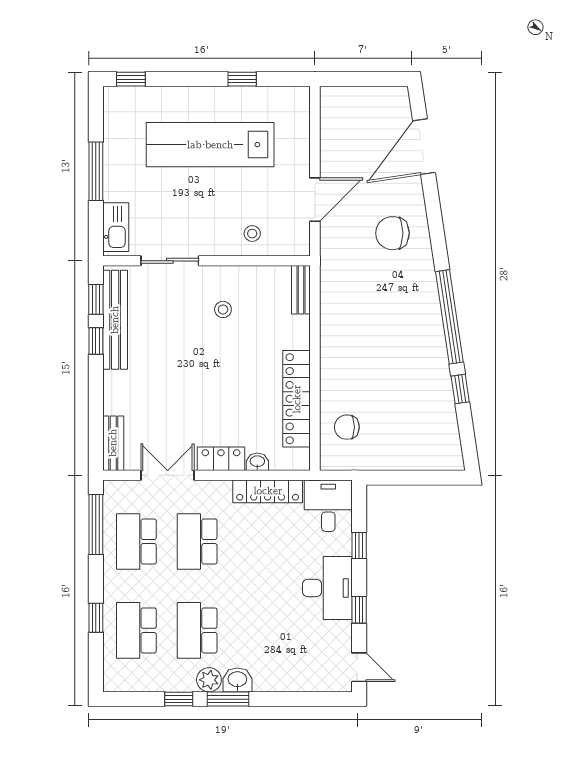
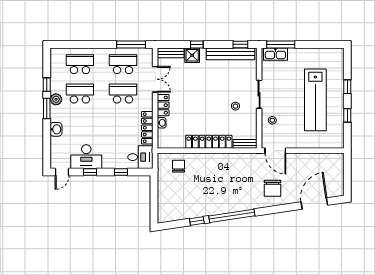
window: (131, 79) -> (347, 87), moved
lab bench: (210, 145) -> (315, 100), turned 180
door: (424, 147) -> (314, 204), hinge flipped
window: (96, 171) -> (281, 44), moved
door: (315, 200) -> (275, 151), moved
chair: (392, 233) -> (272, 188), turned 180
sliding door: (170, 261) -> (259, 94), moved
window: (96, 341) -> (197, 44), moved
shower: (118, 399) -> (192, 55), added
locker: (297, 399) -> (209, 142), moved
desk: (327, 588) -> (86, 157), moved
window: (96, 618) -> (86, 44), removed
washbasin: (237, 680) -> (56, 129), moved

